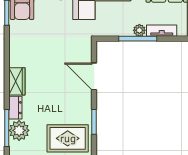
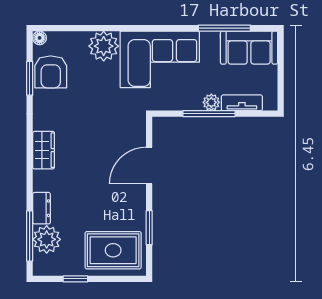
door: (94, 76) -> (149, 165), hinge flipped
wardrobe: (17, 81) -> (44, 150), moved

